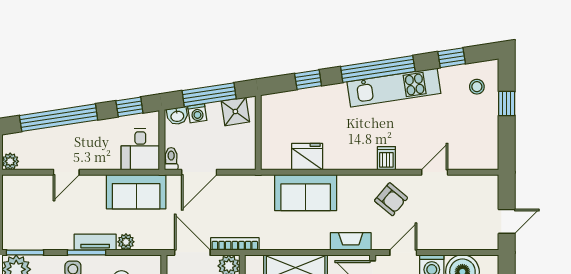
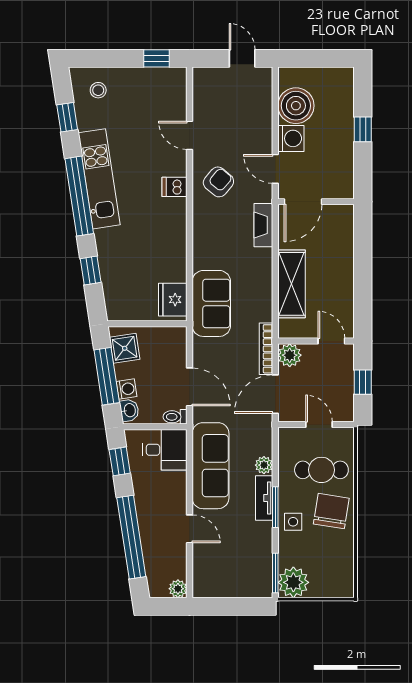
window: (507, 103) -> (157, 58), moved
fridge: (307, 157) -> (173, 300), moved
sofa: (136, 192) -> (210, 466), width x1.36
sofa: (306, 193) -> (211, 303), moved

